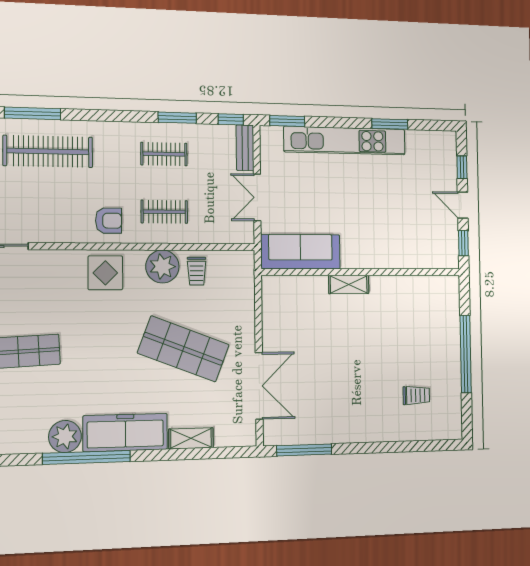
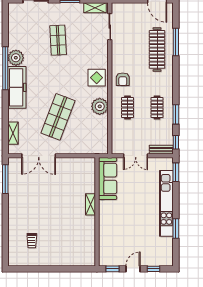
double door: (257, 197) -> (136, 156), swing flipped
trolley: (197, 271) -> (97, 124), removed
window: (466, 354) -> (53, 269), removed
shelving: (191, 438) -> (13, 133), moved

